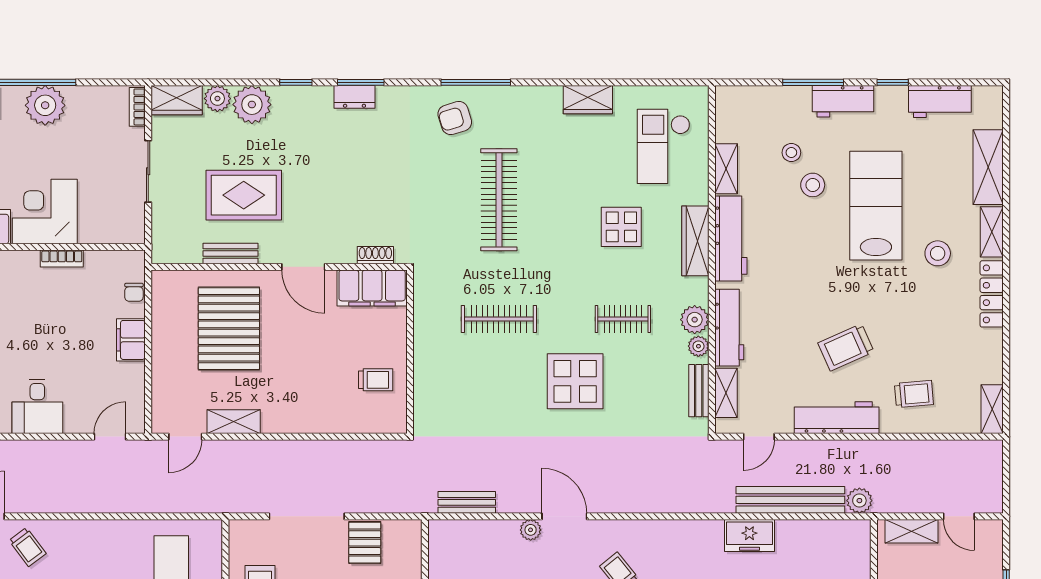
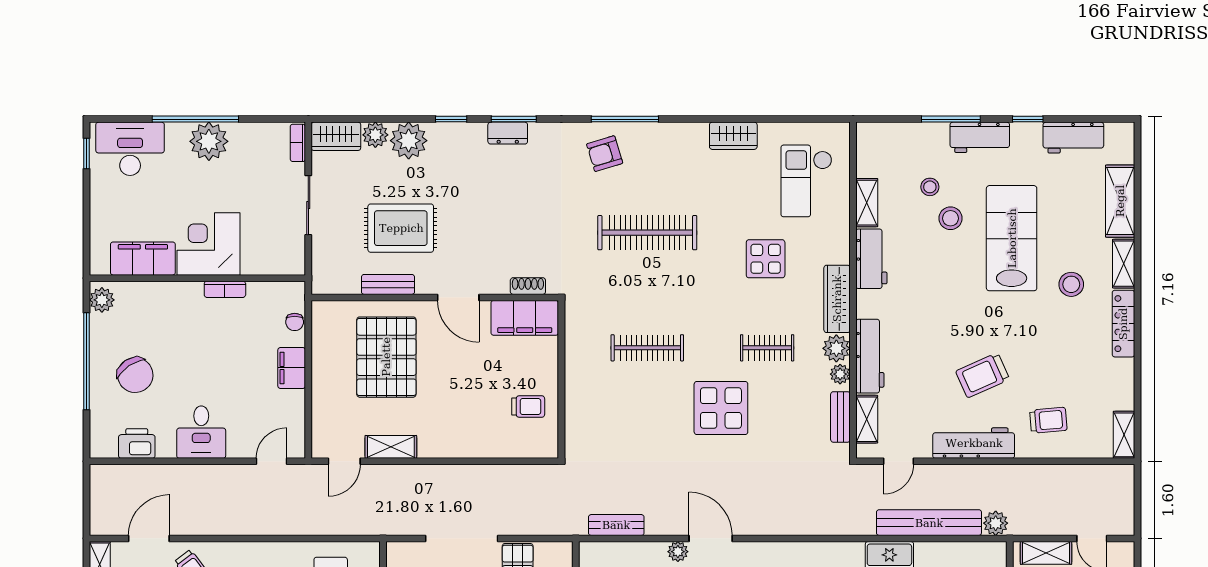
clothes rail: (499, 200) -> (647, 233), turned 90
workbench: (731, 239) -> (871, 259), width x0.73
wardrobe: (695, 241) -> (837, 299), moved

